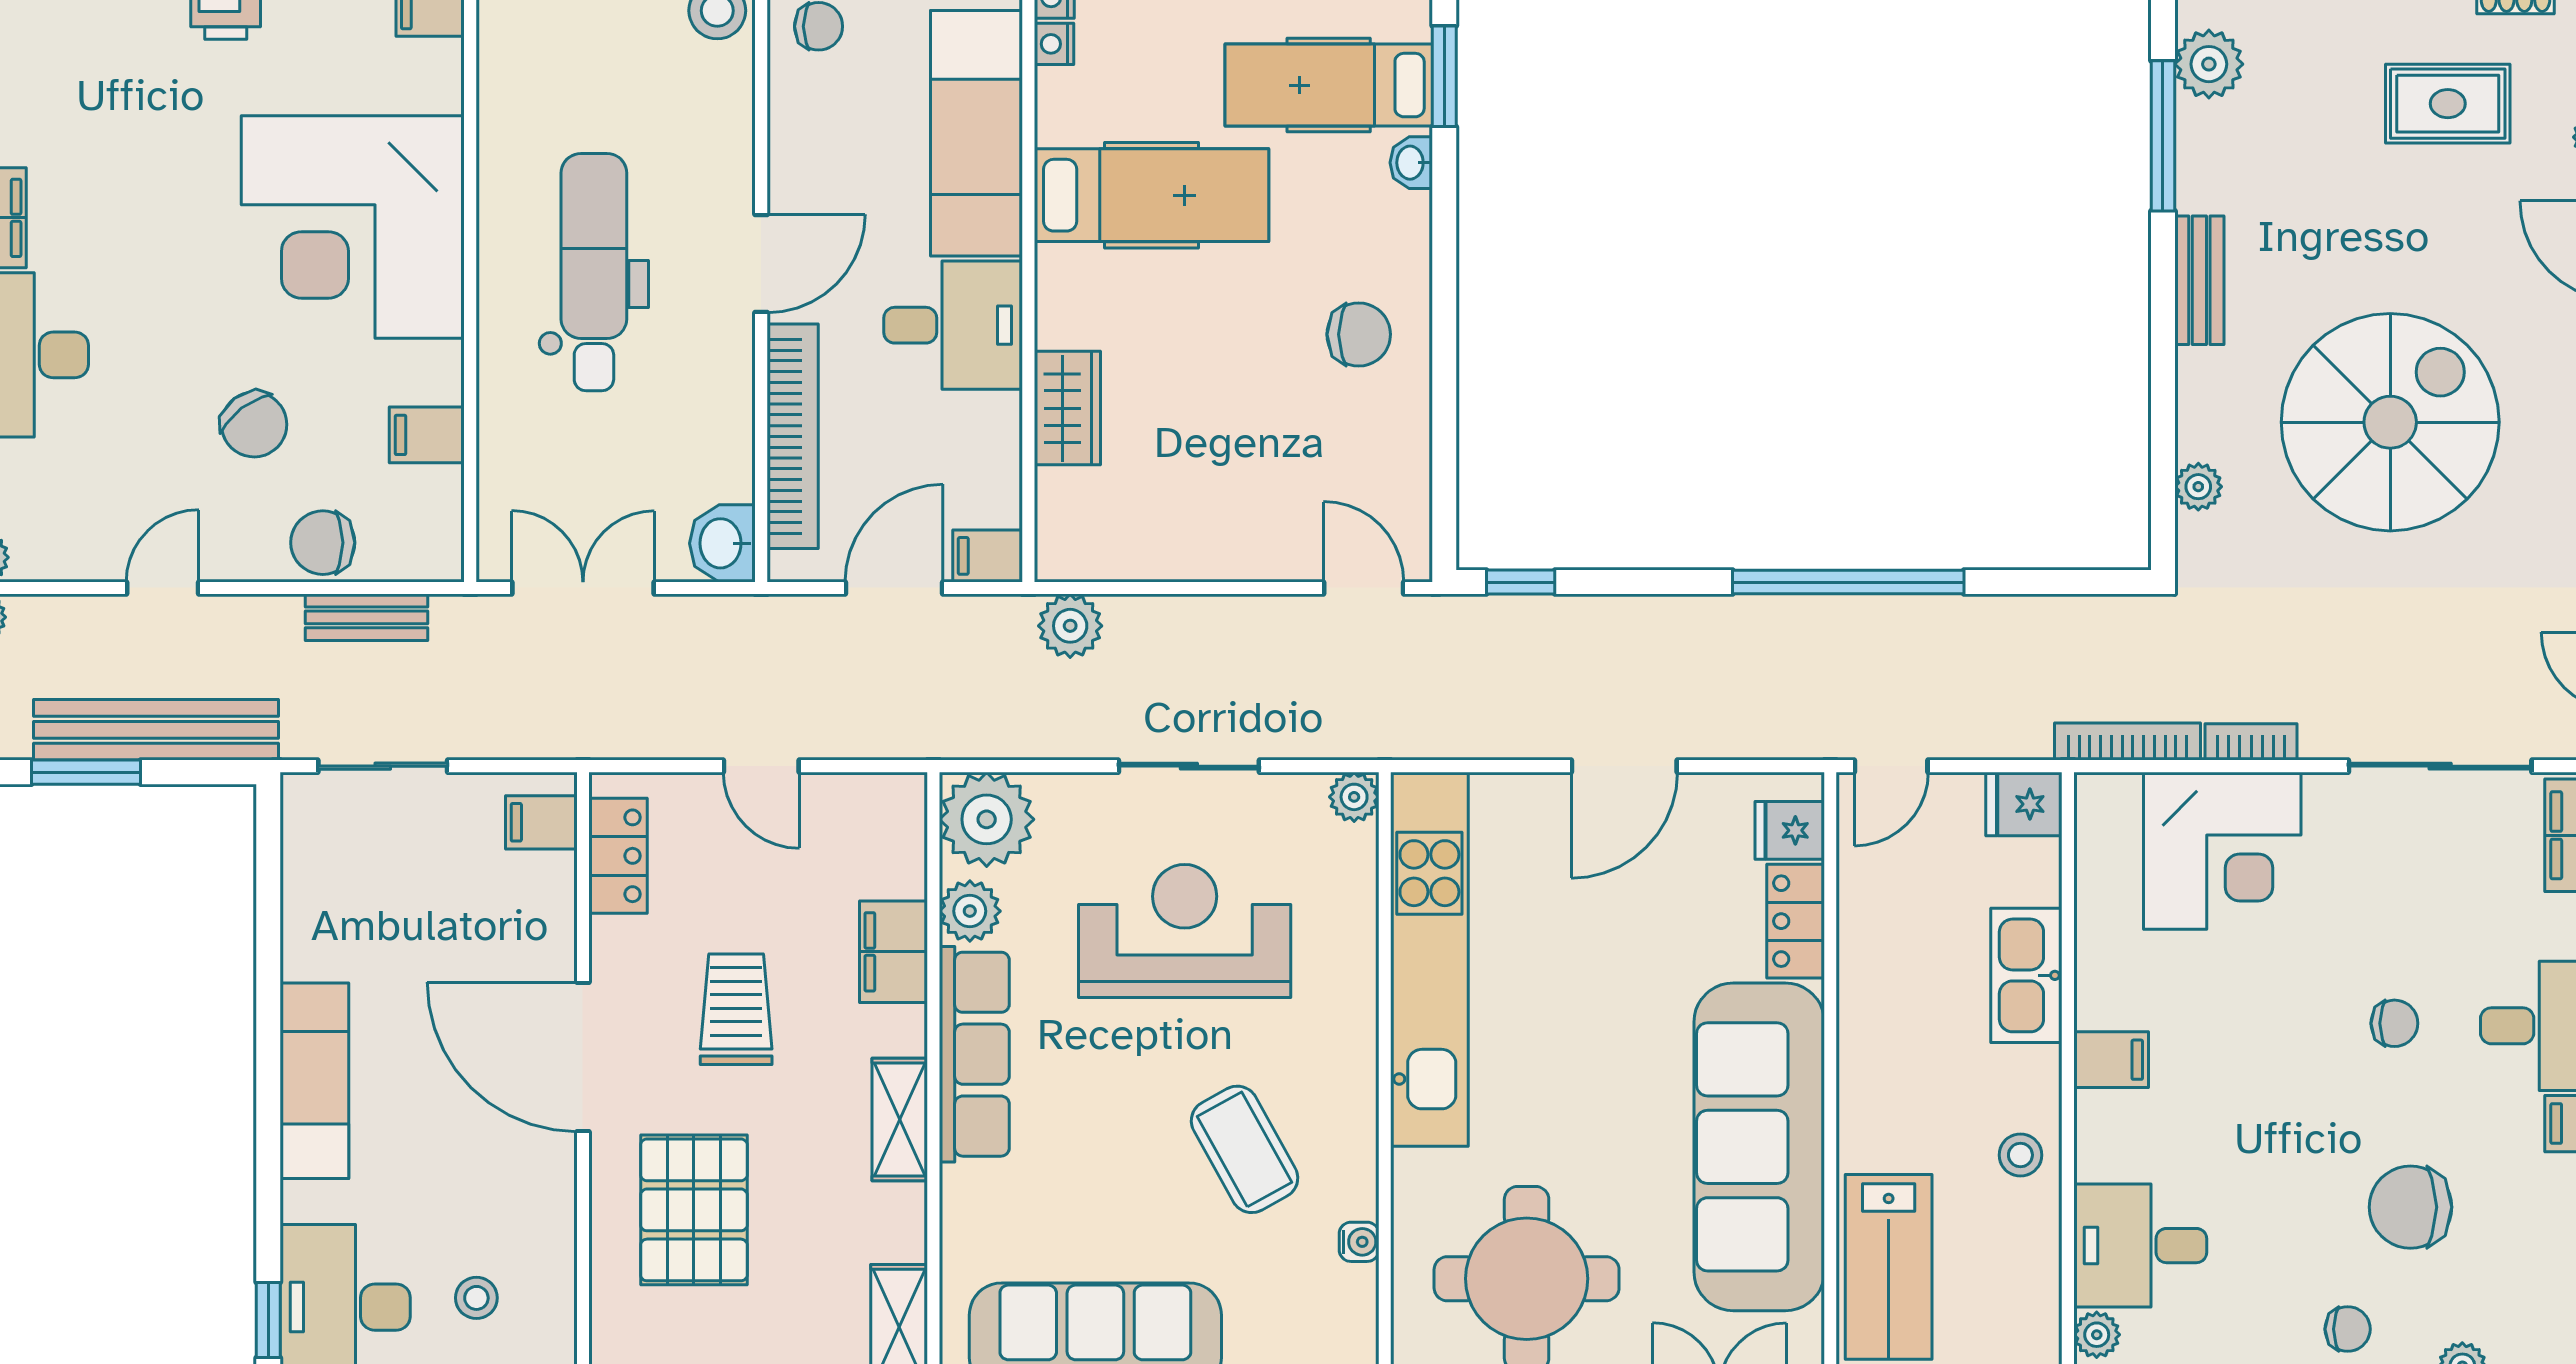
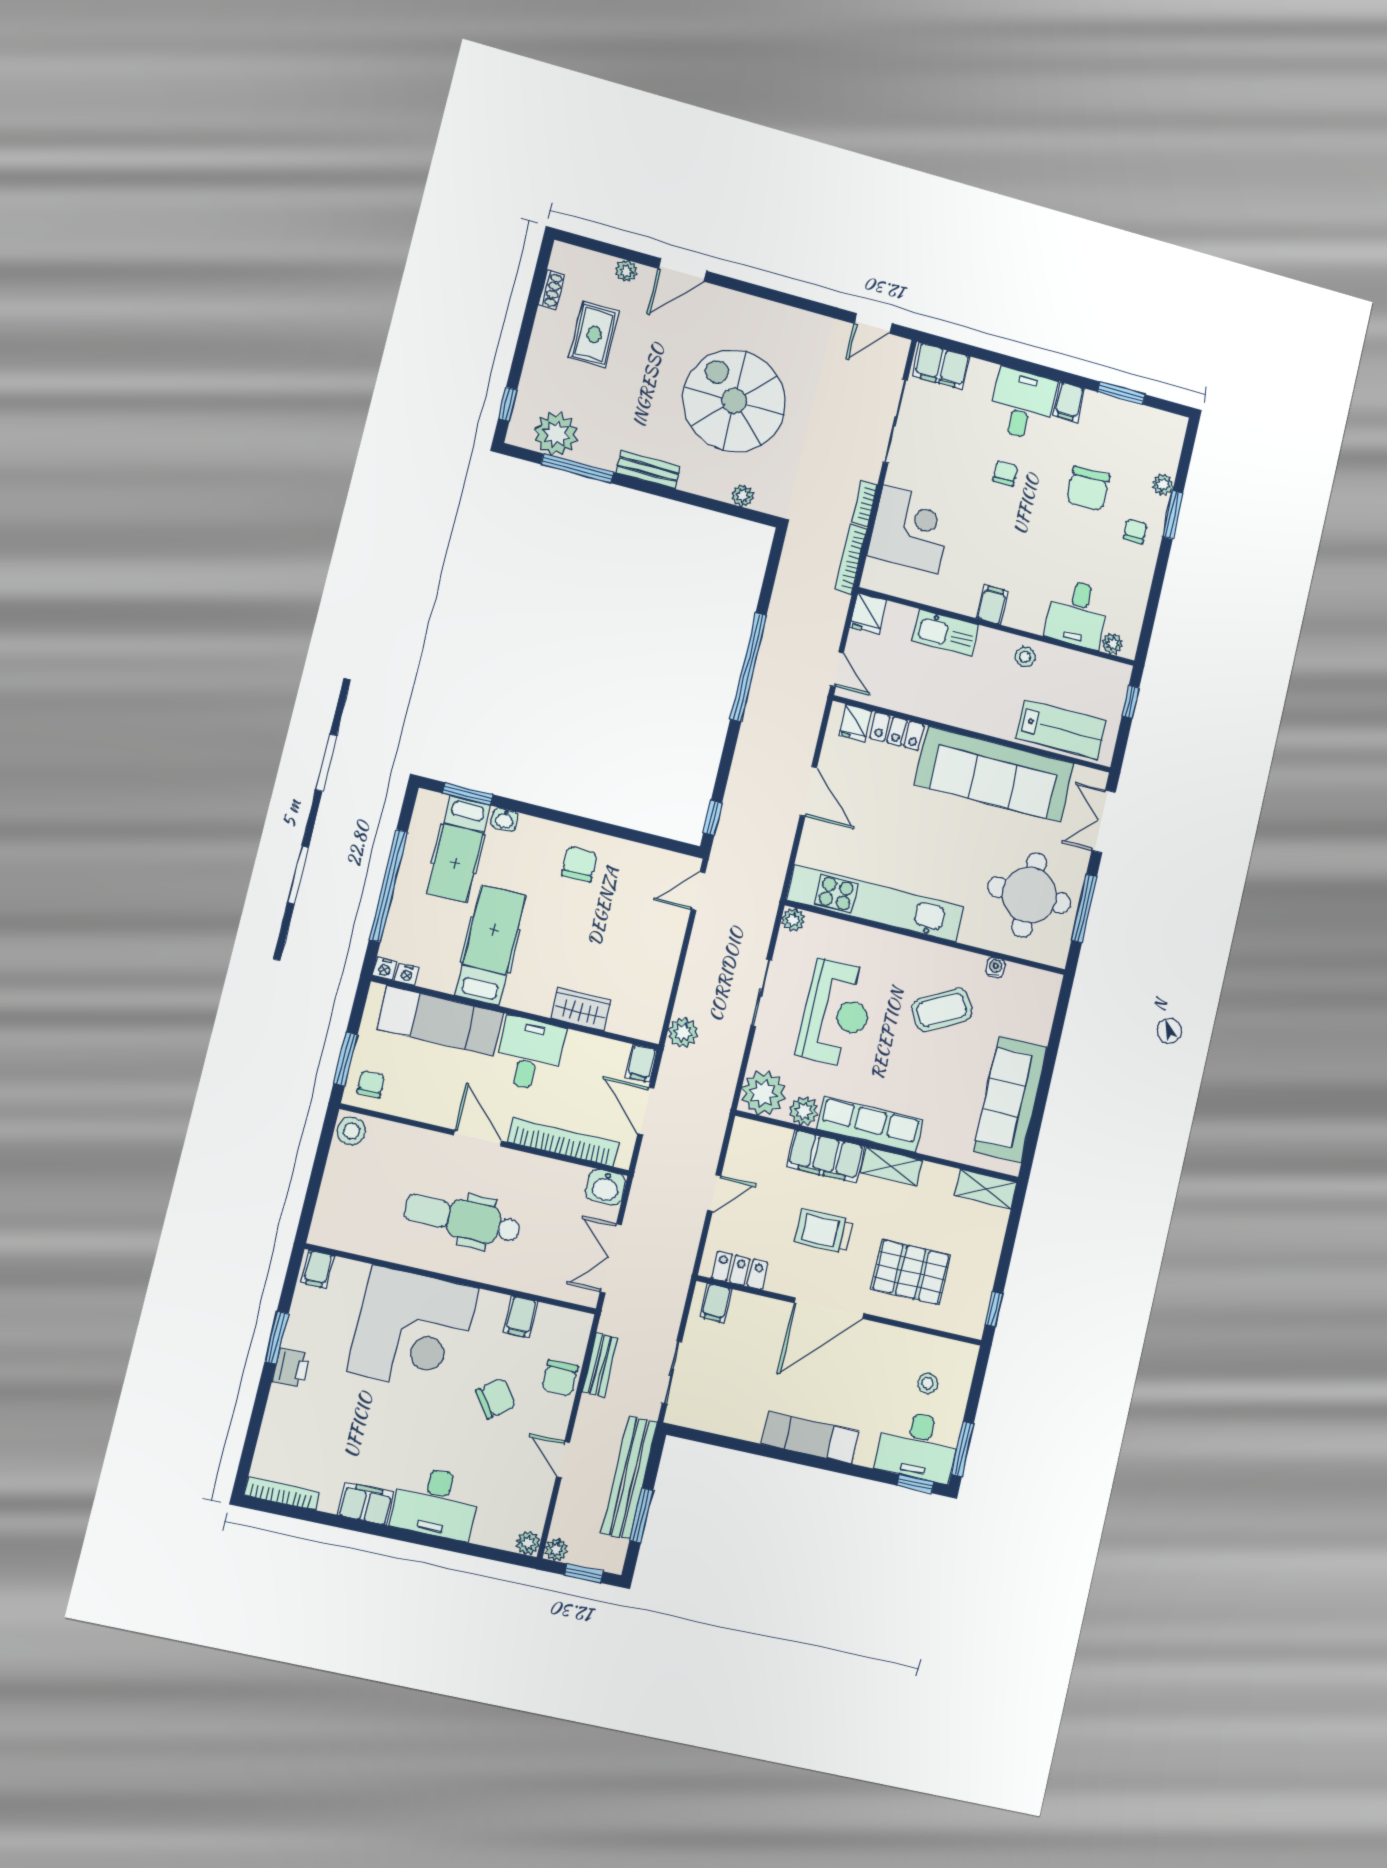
plant: (2209, 64) -> (556, 434), width x1.36, depth x1.36
reception desk: (1185, 931) -> (836, 1013), turned 180
filing cabinet: (894, 952) -> (825, 1157), width x1.50, depth x1.17

